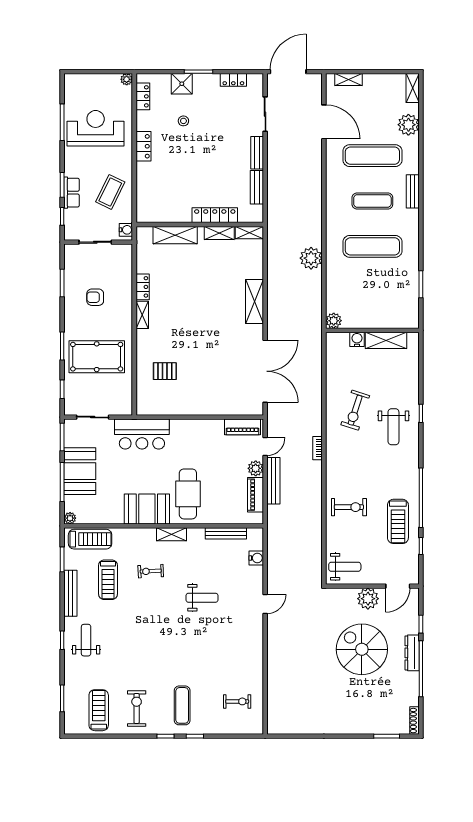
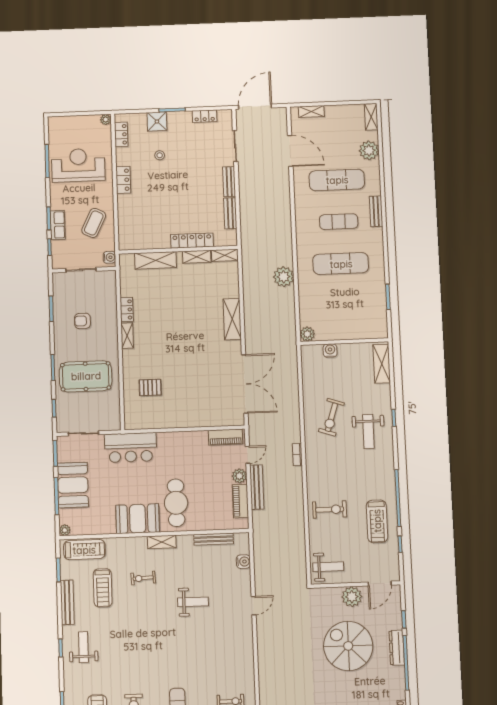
shelving: (386, 340) -> (382, 364), moved, turned 90

